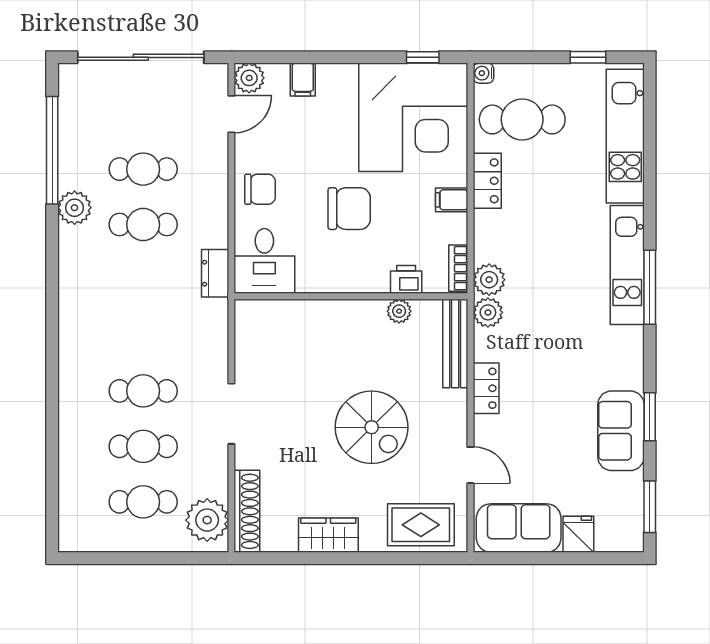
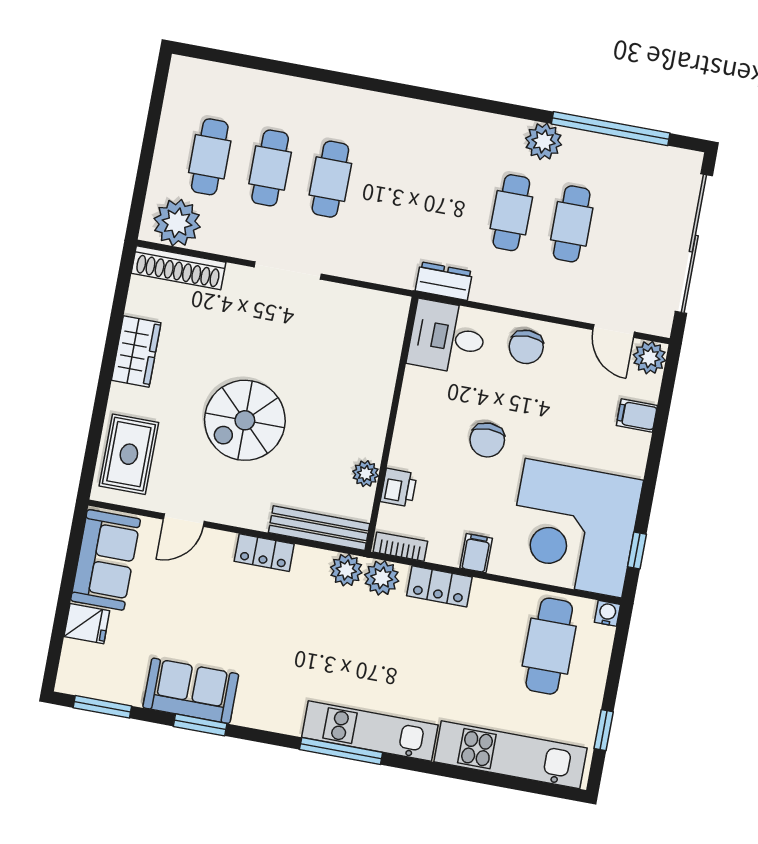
locker: (487, 181) -> (439, 586), moved
chair: (349, 209) -> (487, 440), width x0.73, depth x0.73

